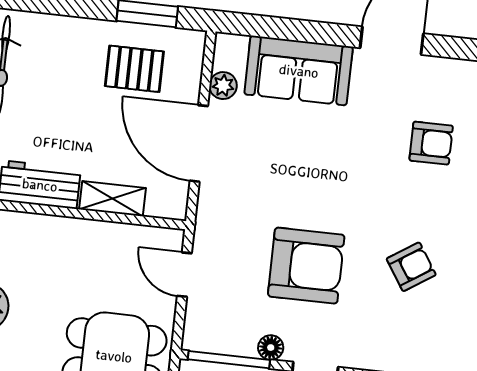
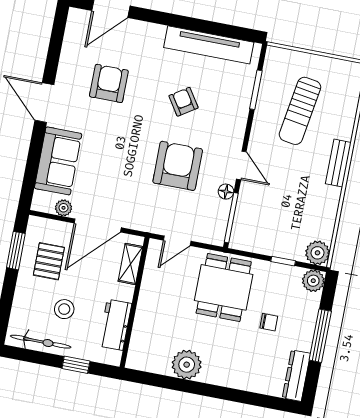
stool: (59, 100) -> (64, 309), added
armchair: (431, 143) -> (109, 83), width x1.38, depth x1.38
shelving: (112, 199) -> (130, 264), moved

